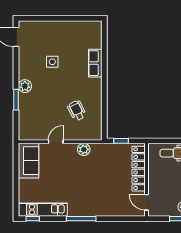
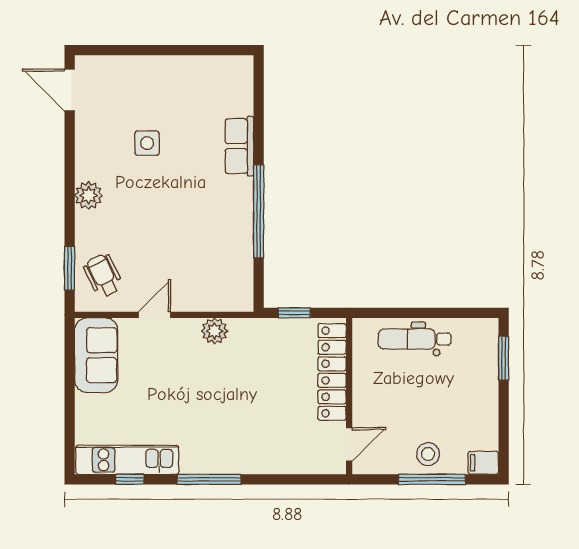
window: (104, 94) -> (259, 211), added
window: (16, 100) -> (70, 268), moved
wheelchair: (77, 111) -> (103, 276), moved
door: (147, 202) -> (349, 444), swing flipped
window: (33, 219) -> (130, 479), moved

